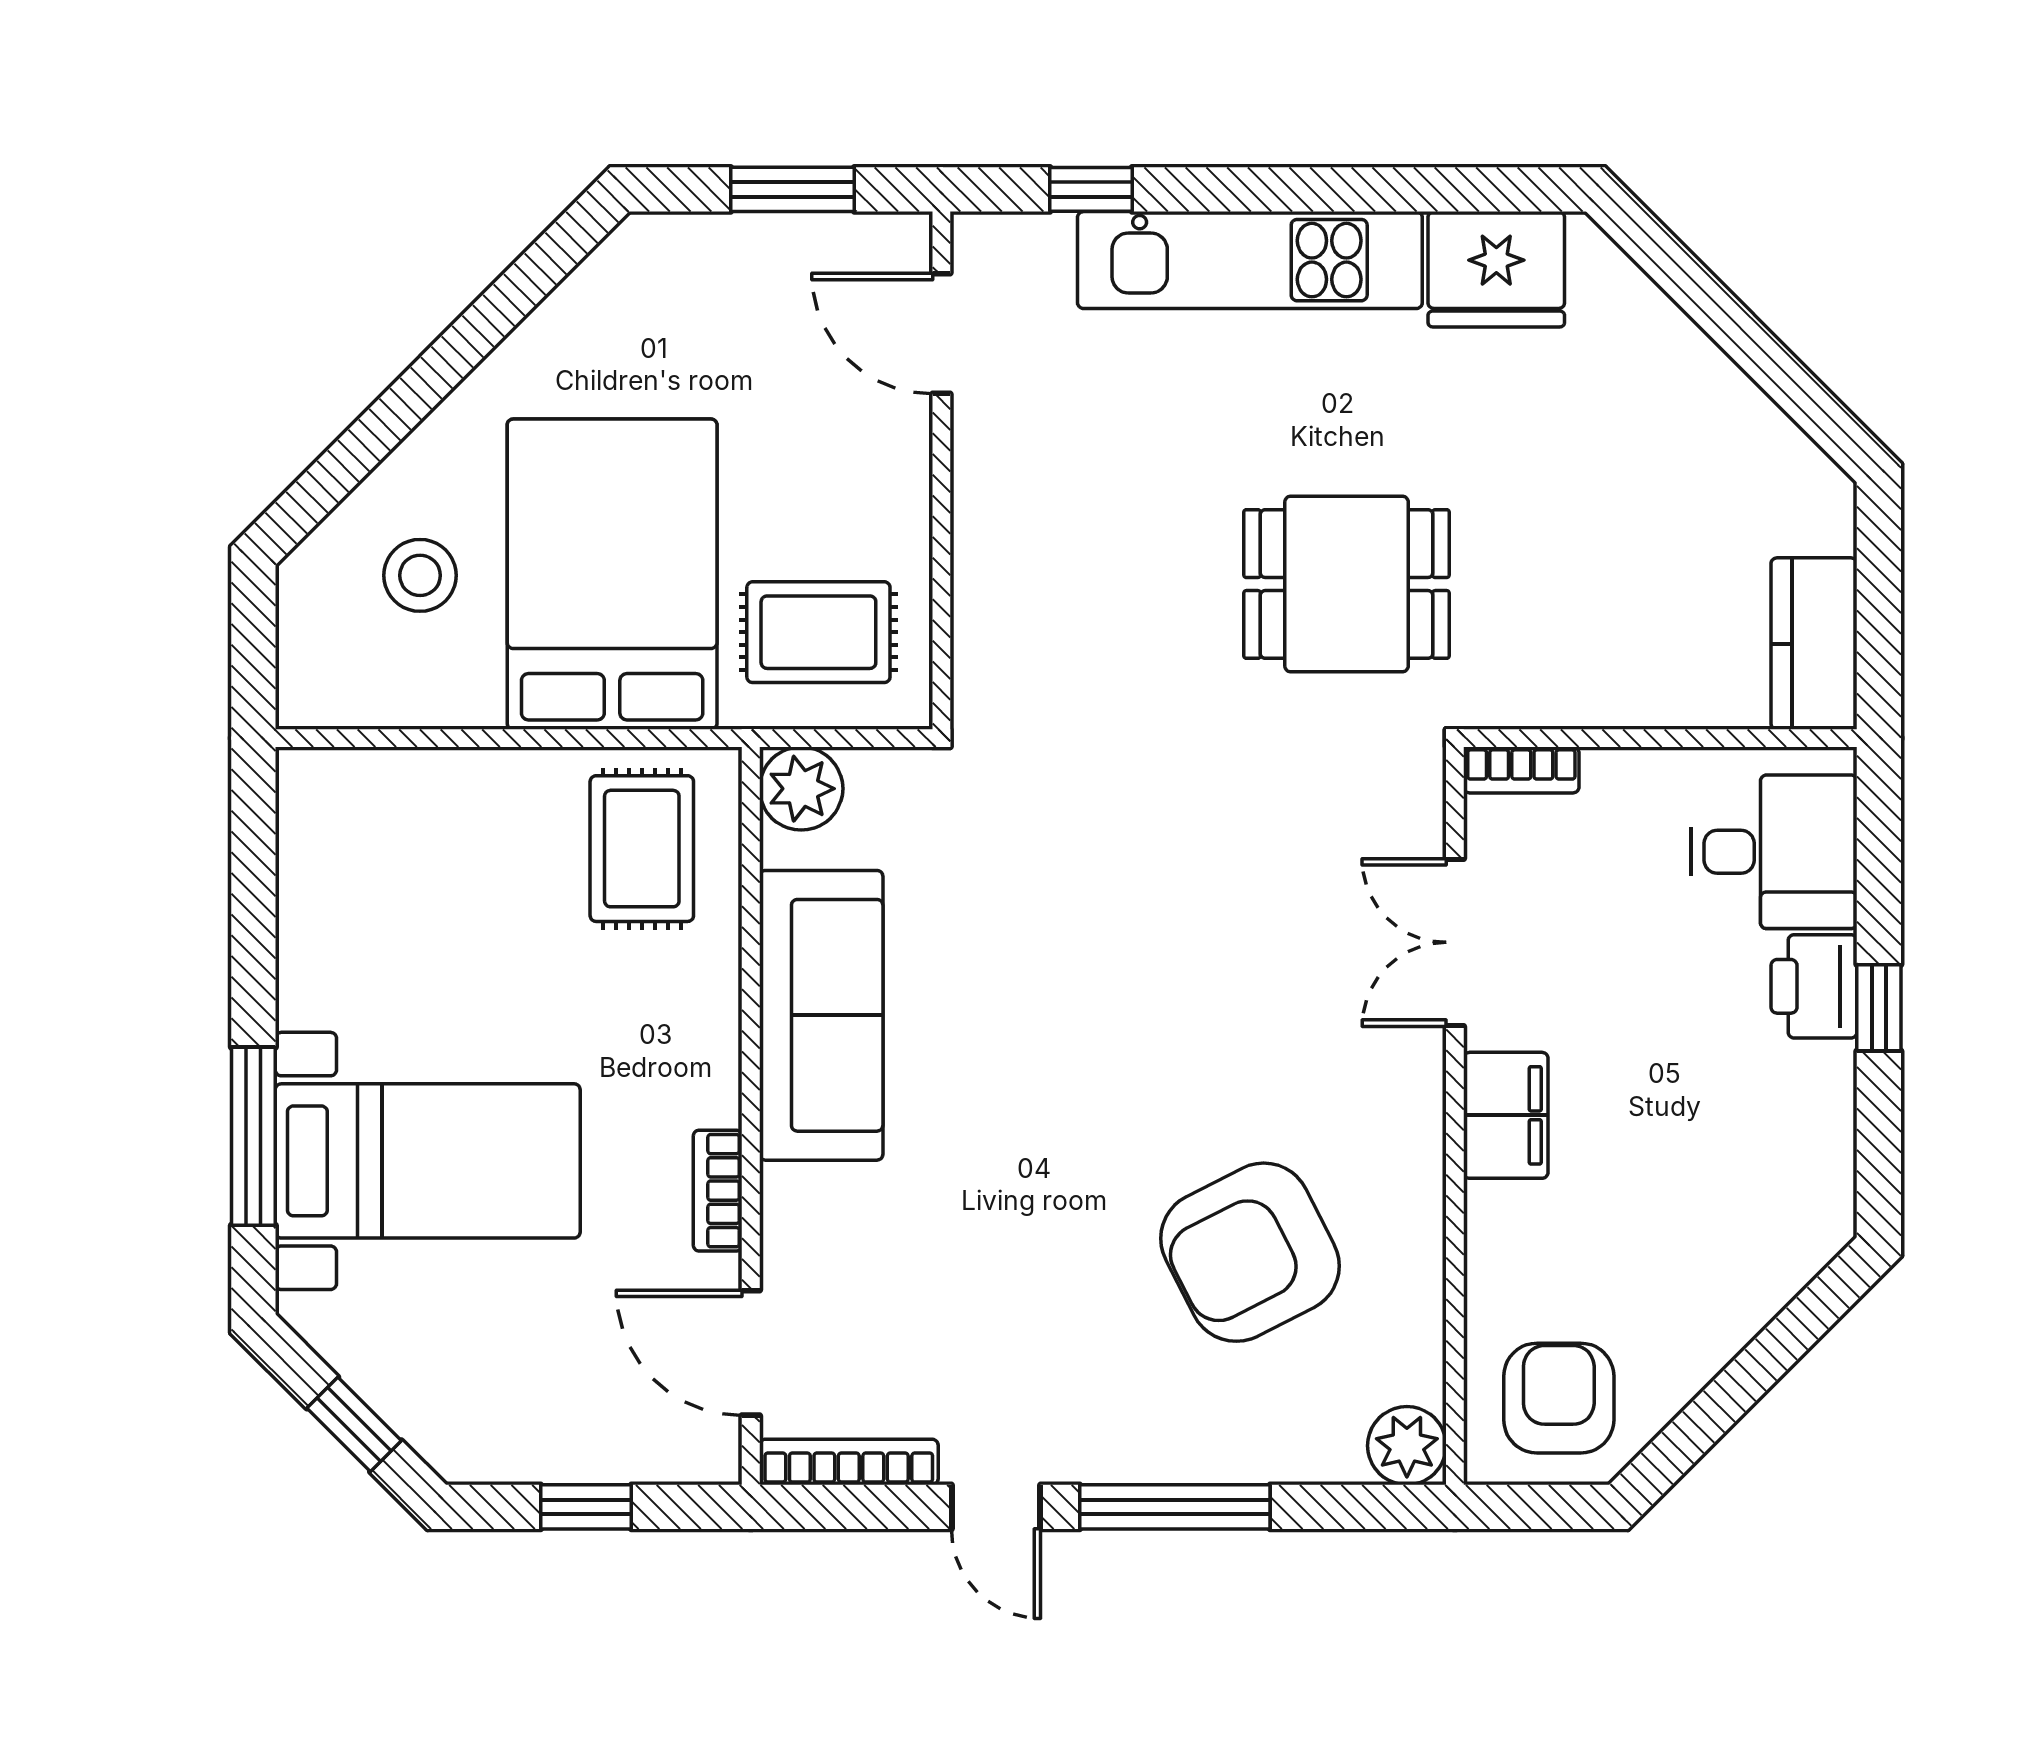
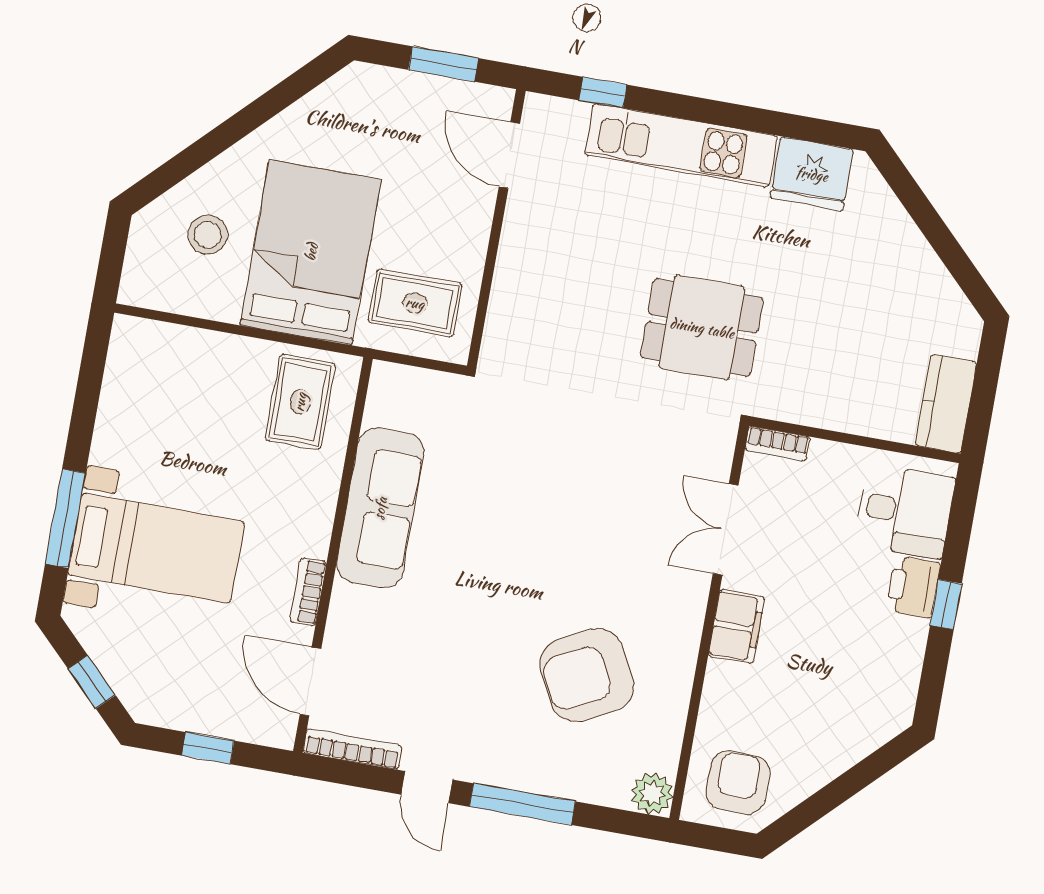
plant: (801, 789) -> (391, 385), removed

